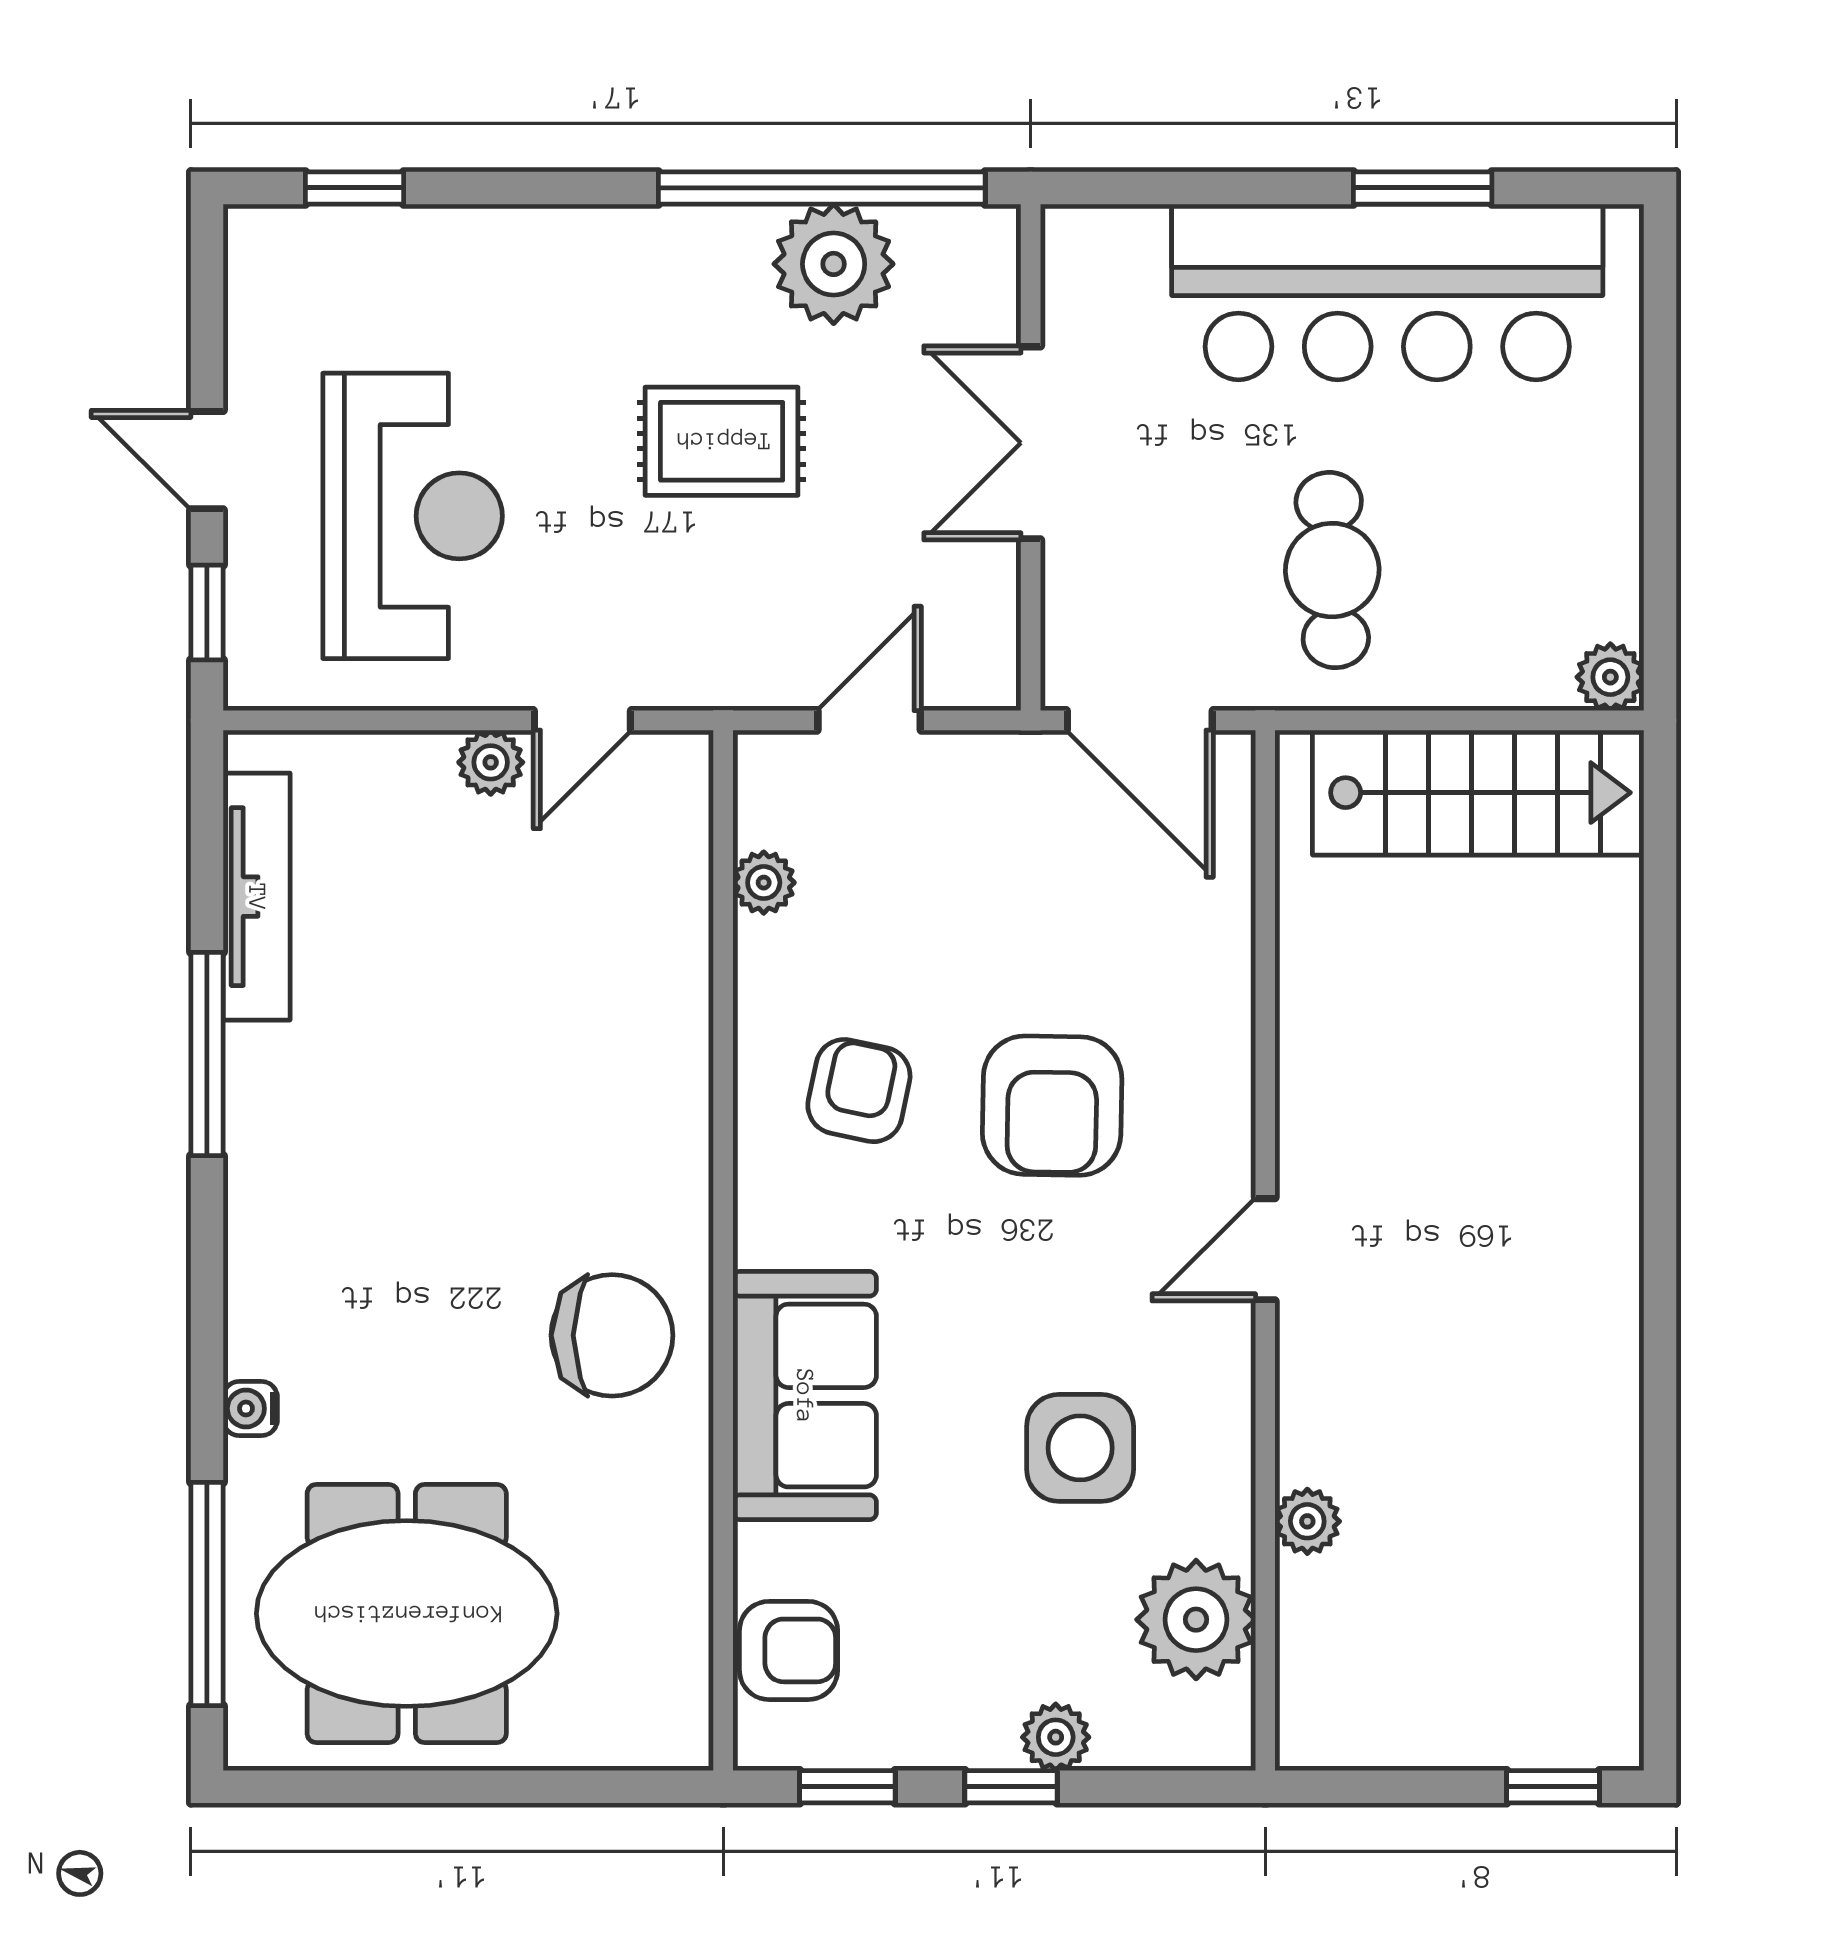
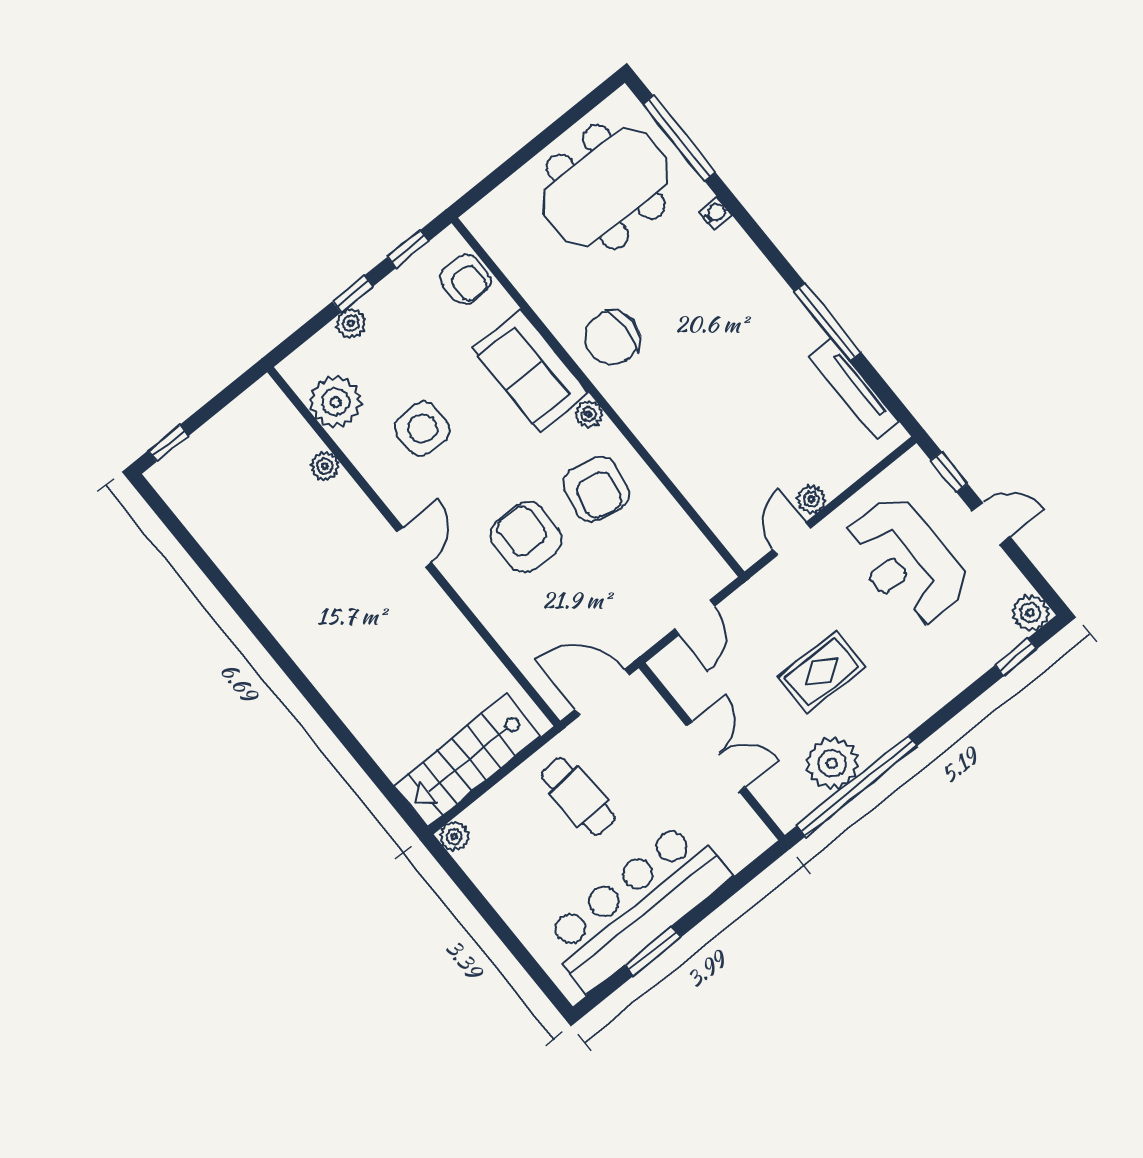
plant: (265, 246) -> (1030, 613), added
plant: (764, 883) -> (589, 414), moved
armchair: (859, 1091) -> (596, 489), width x1.38, depth x1.38
armchair: (789, 1650) -> (466, 279), turned -90

